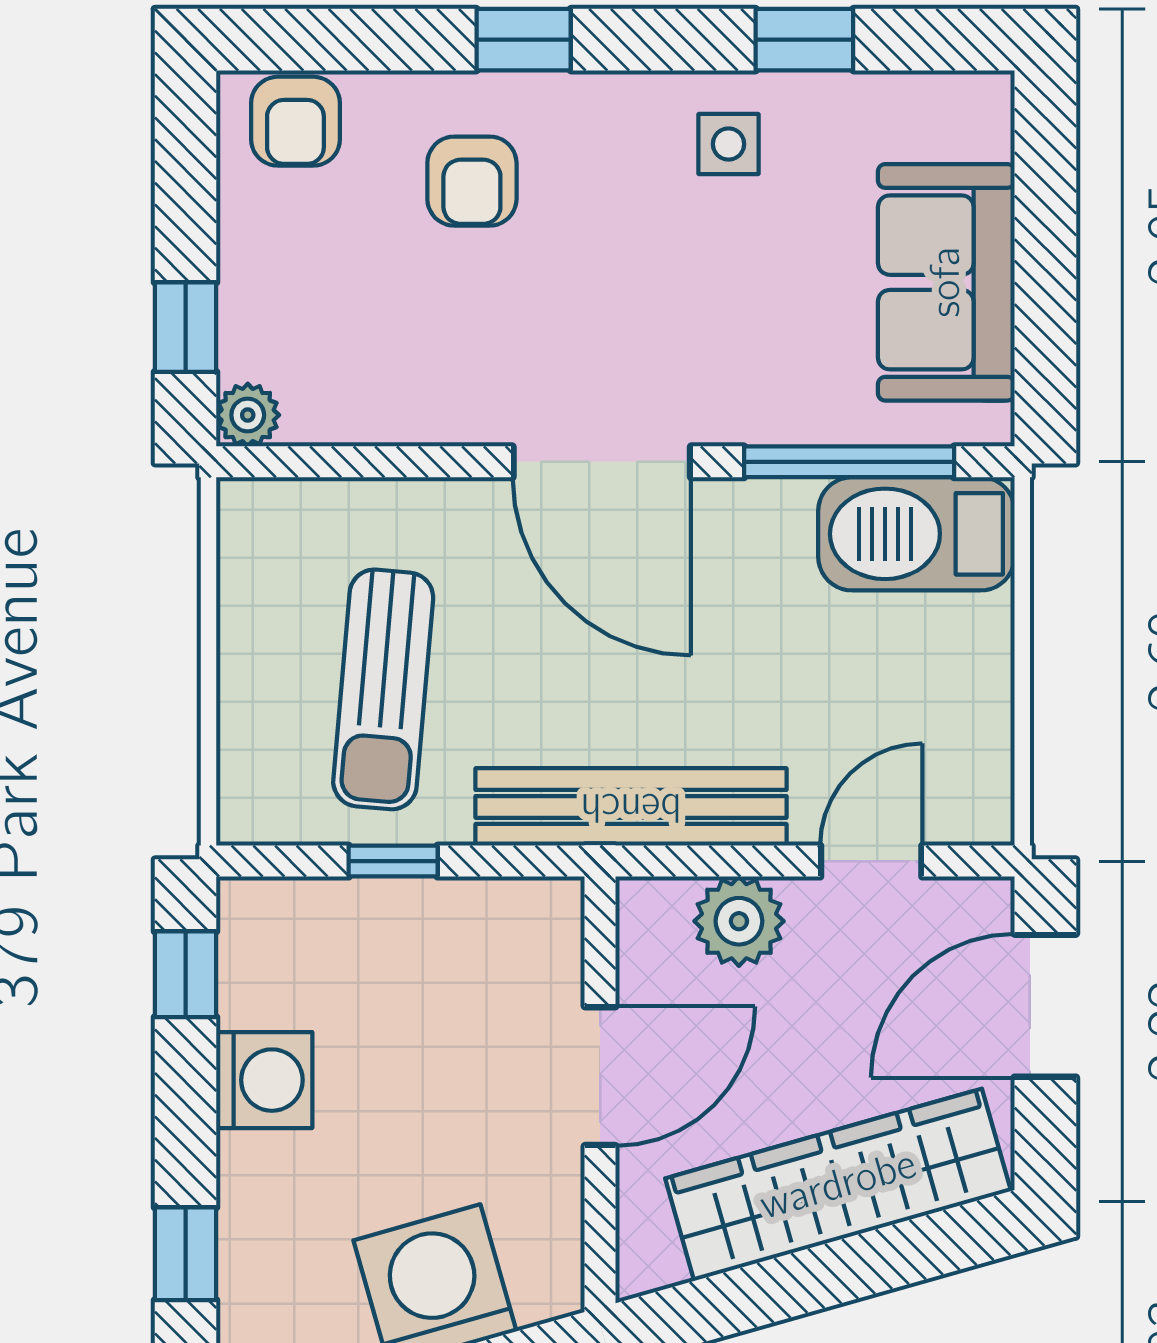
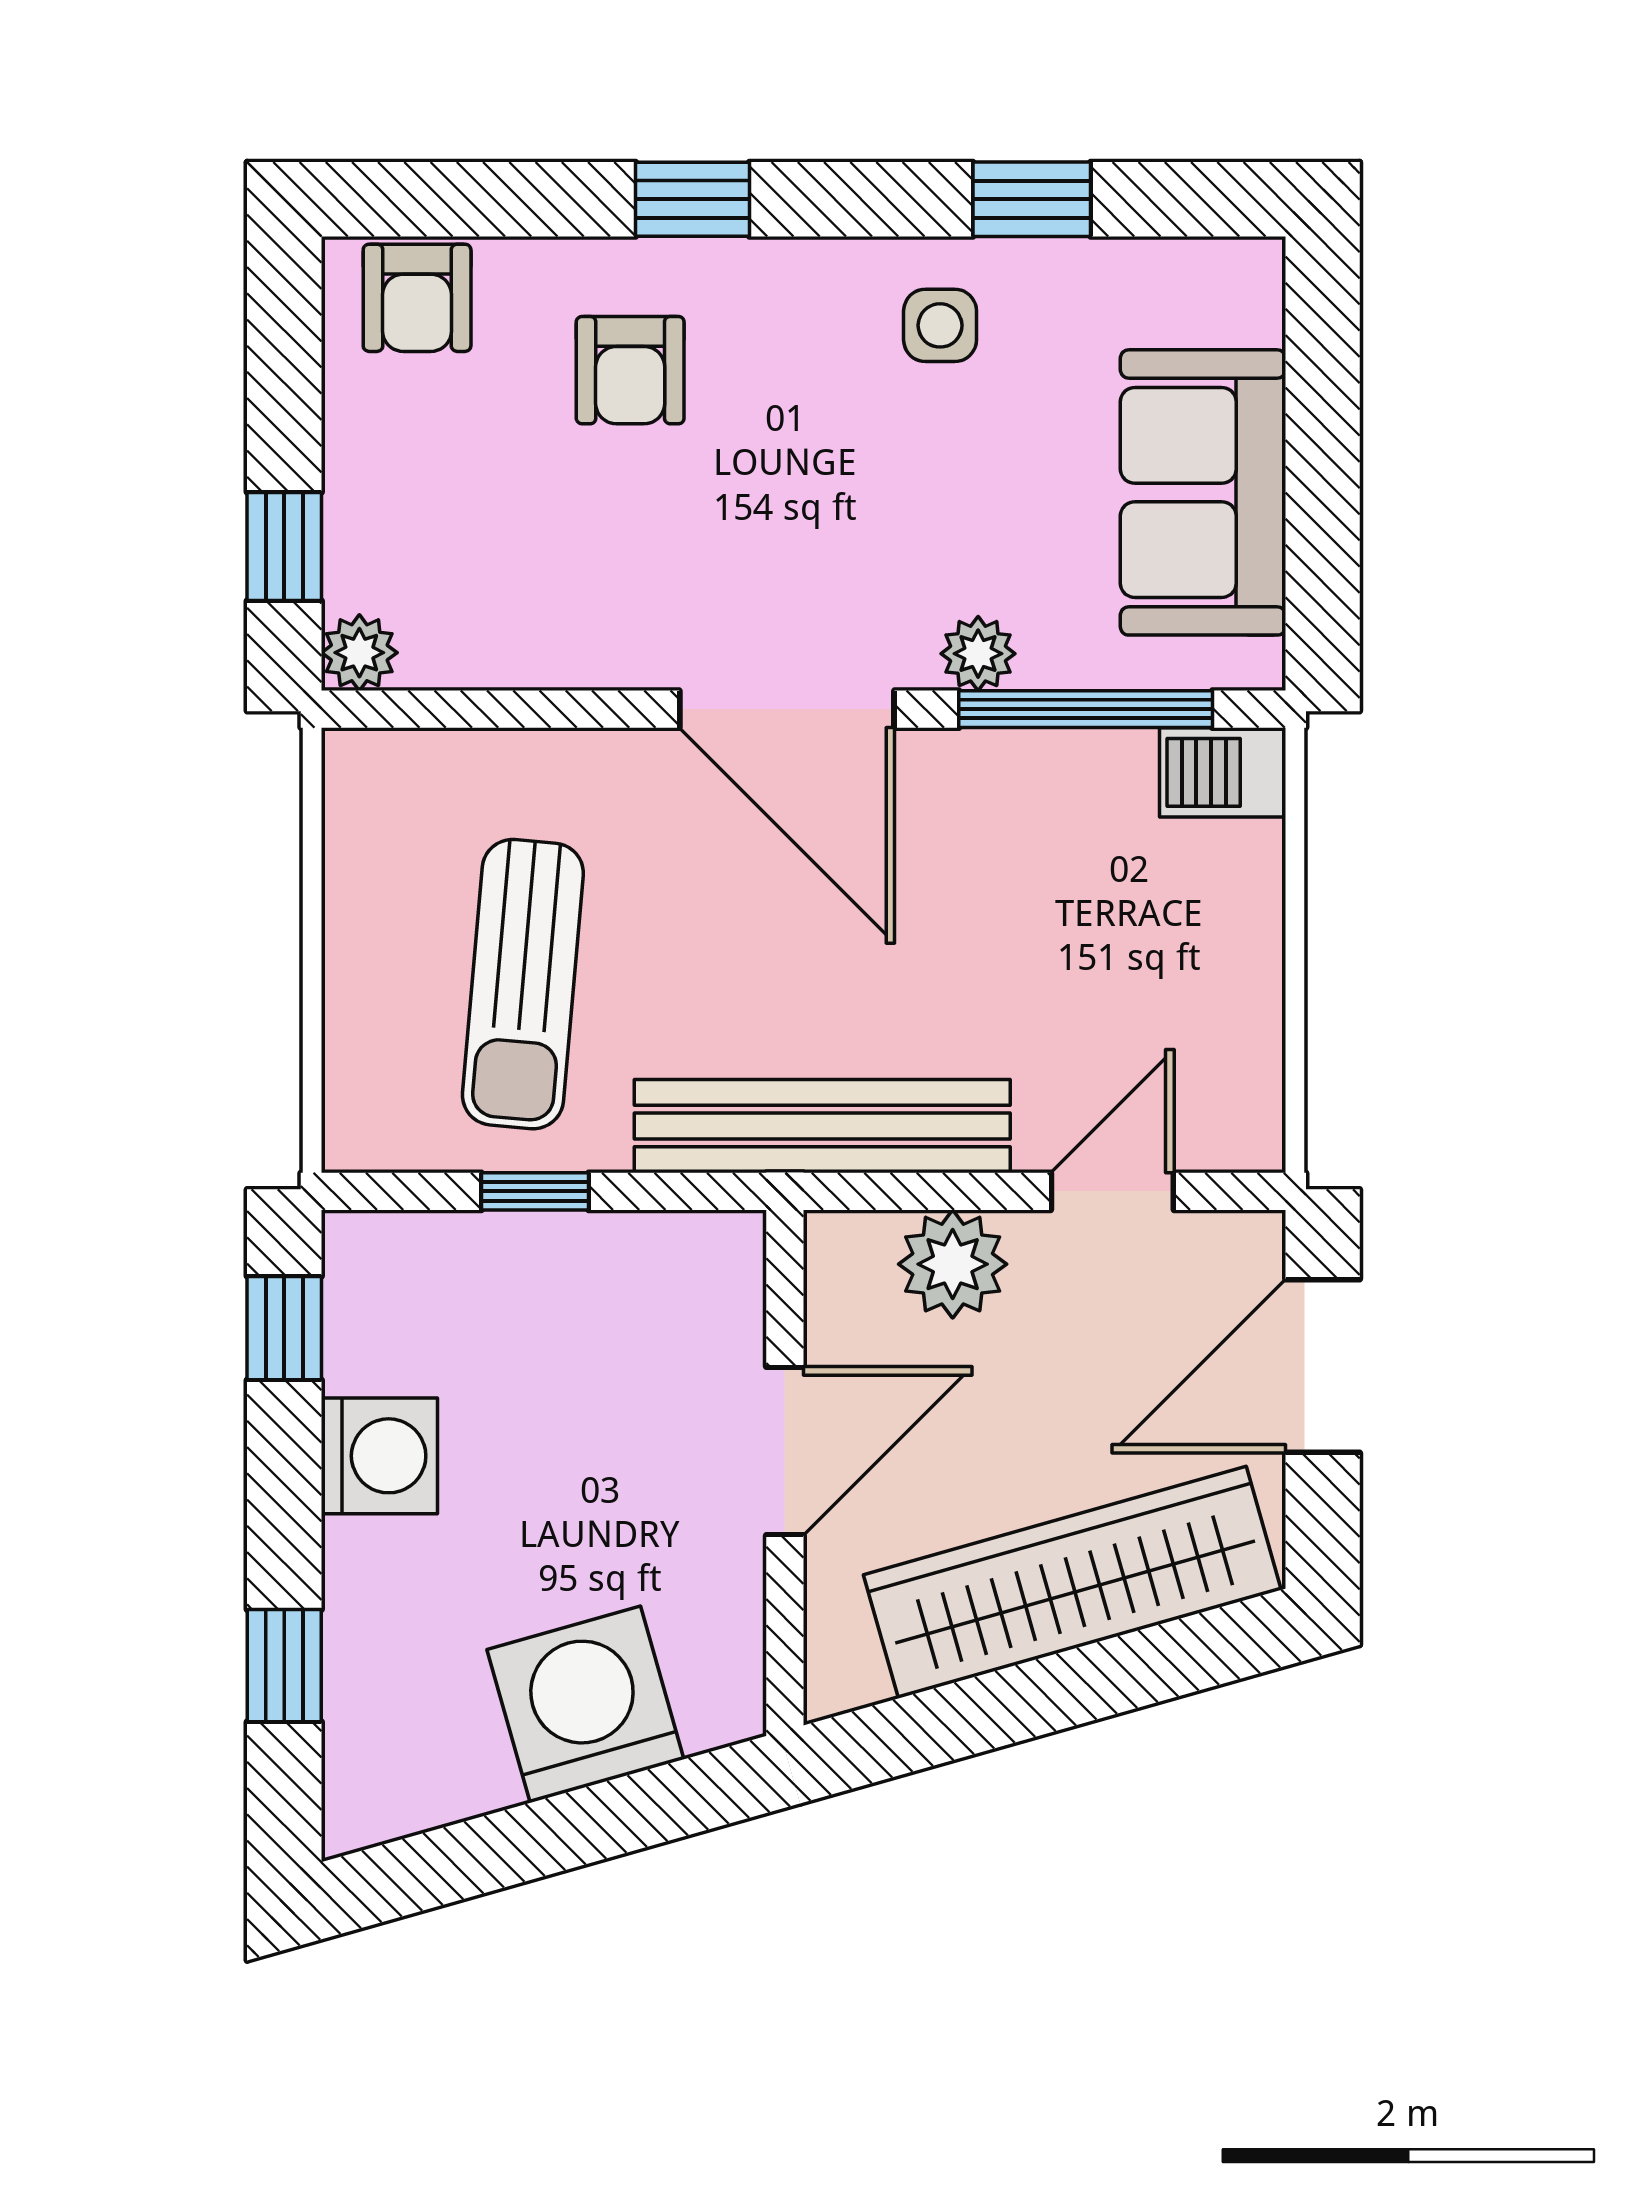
plant: (760, 416) -> (978, 654), added
barbecue: (916, 534) -> (1223, 772), width x0.53, depth x0.65

